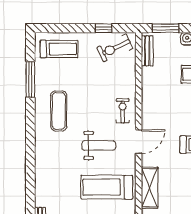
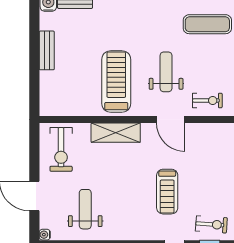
weight bench: (99, 145) -> (166, 72), turned 180

